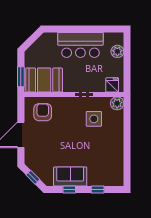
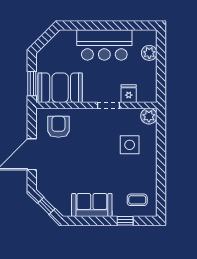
fridge: (112, 85) -> (129, 94), moved
side table: (94, 119) -> (130, 145), moved
coffee table: (107, 172) -> (137, 200), added
window: (69, 189) -> (91, 221), removed

